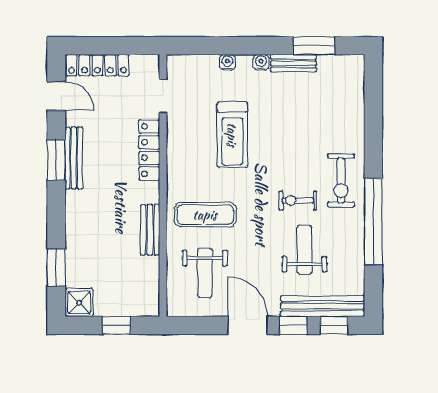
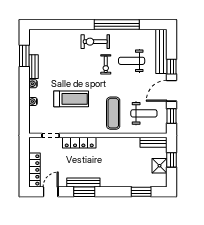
exercise bike: (341, 180) -> (95, 42), turned 180
bench: (150, 230) -> (153, 142), moved
shower: (79, 302) -> (160, 166), moved
window: (334, 325) -> (172, 116), moved

